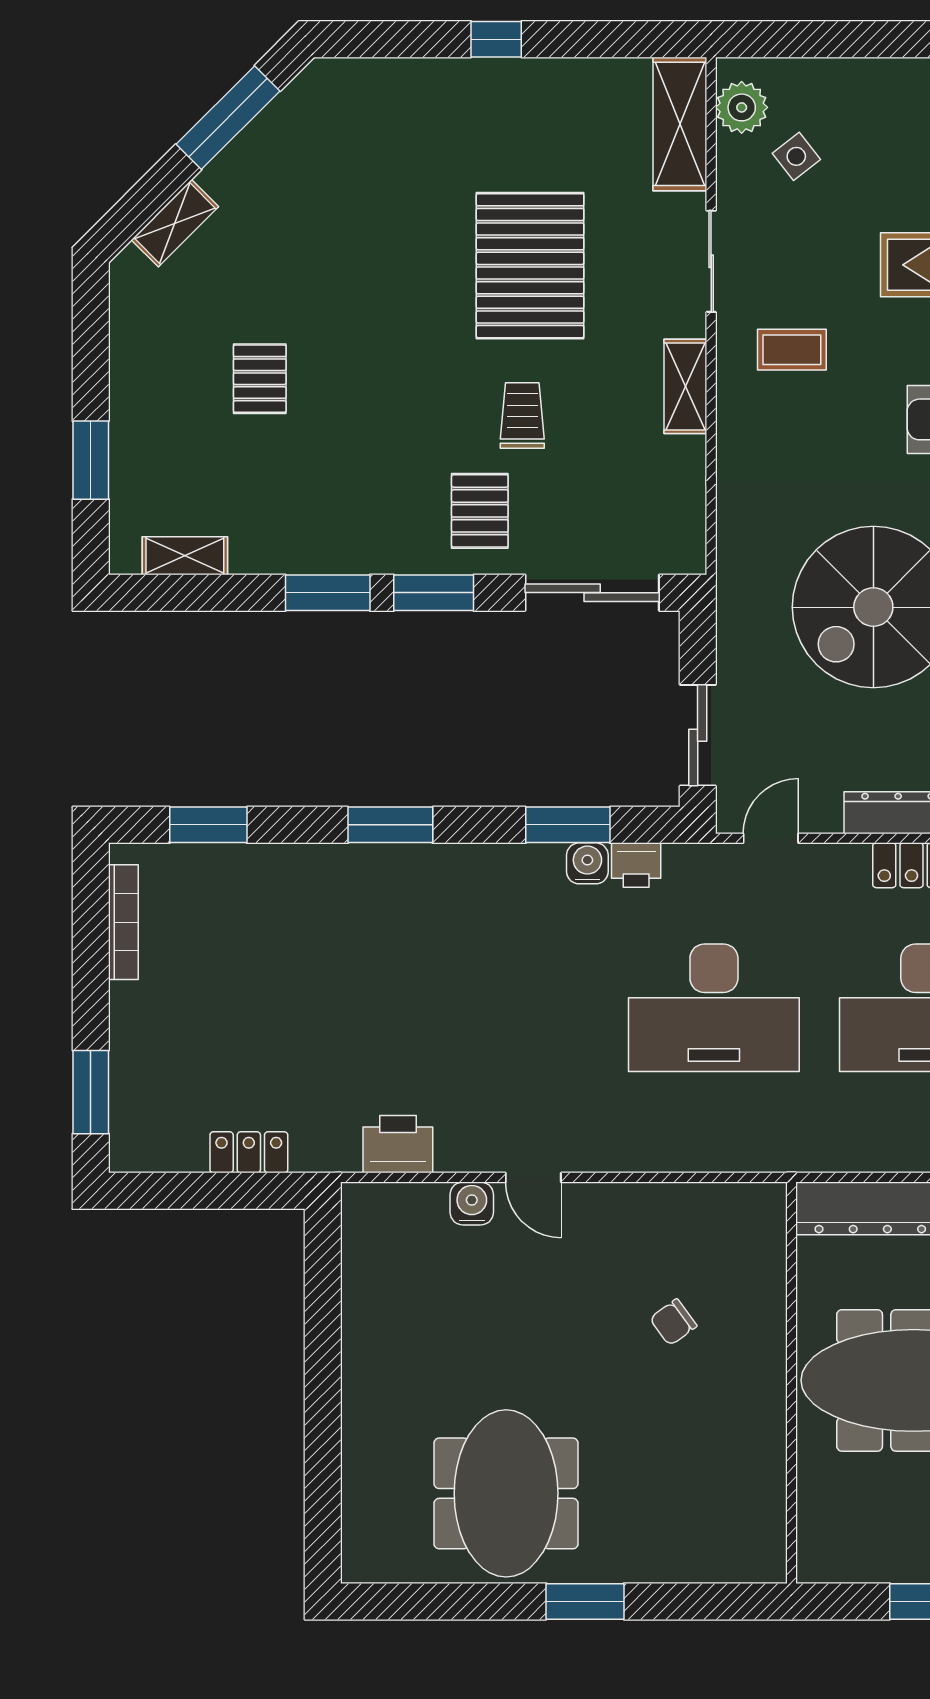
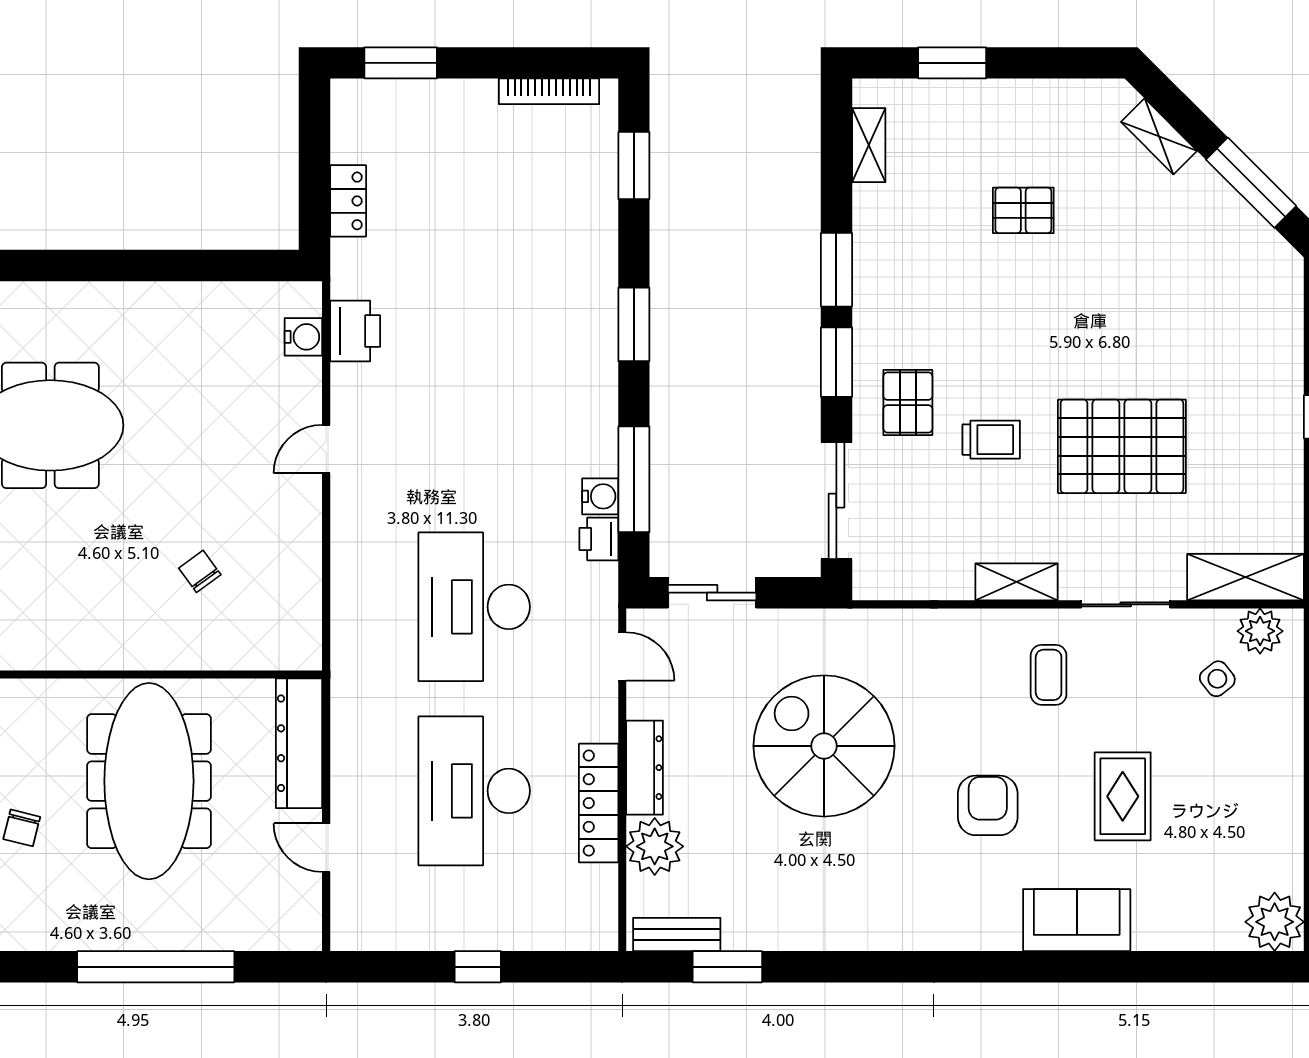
pallet: (480, 511) -> (908, 403), turned 90
window: (568, 825) -> (634, 479), width x1.44
water cooler: (472, 1203) -> (303, 337), moved

